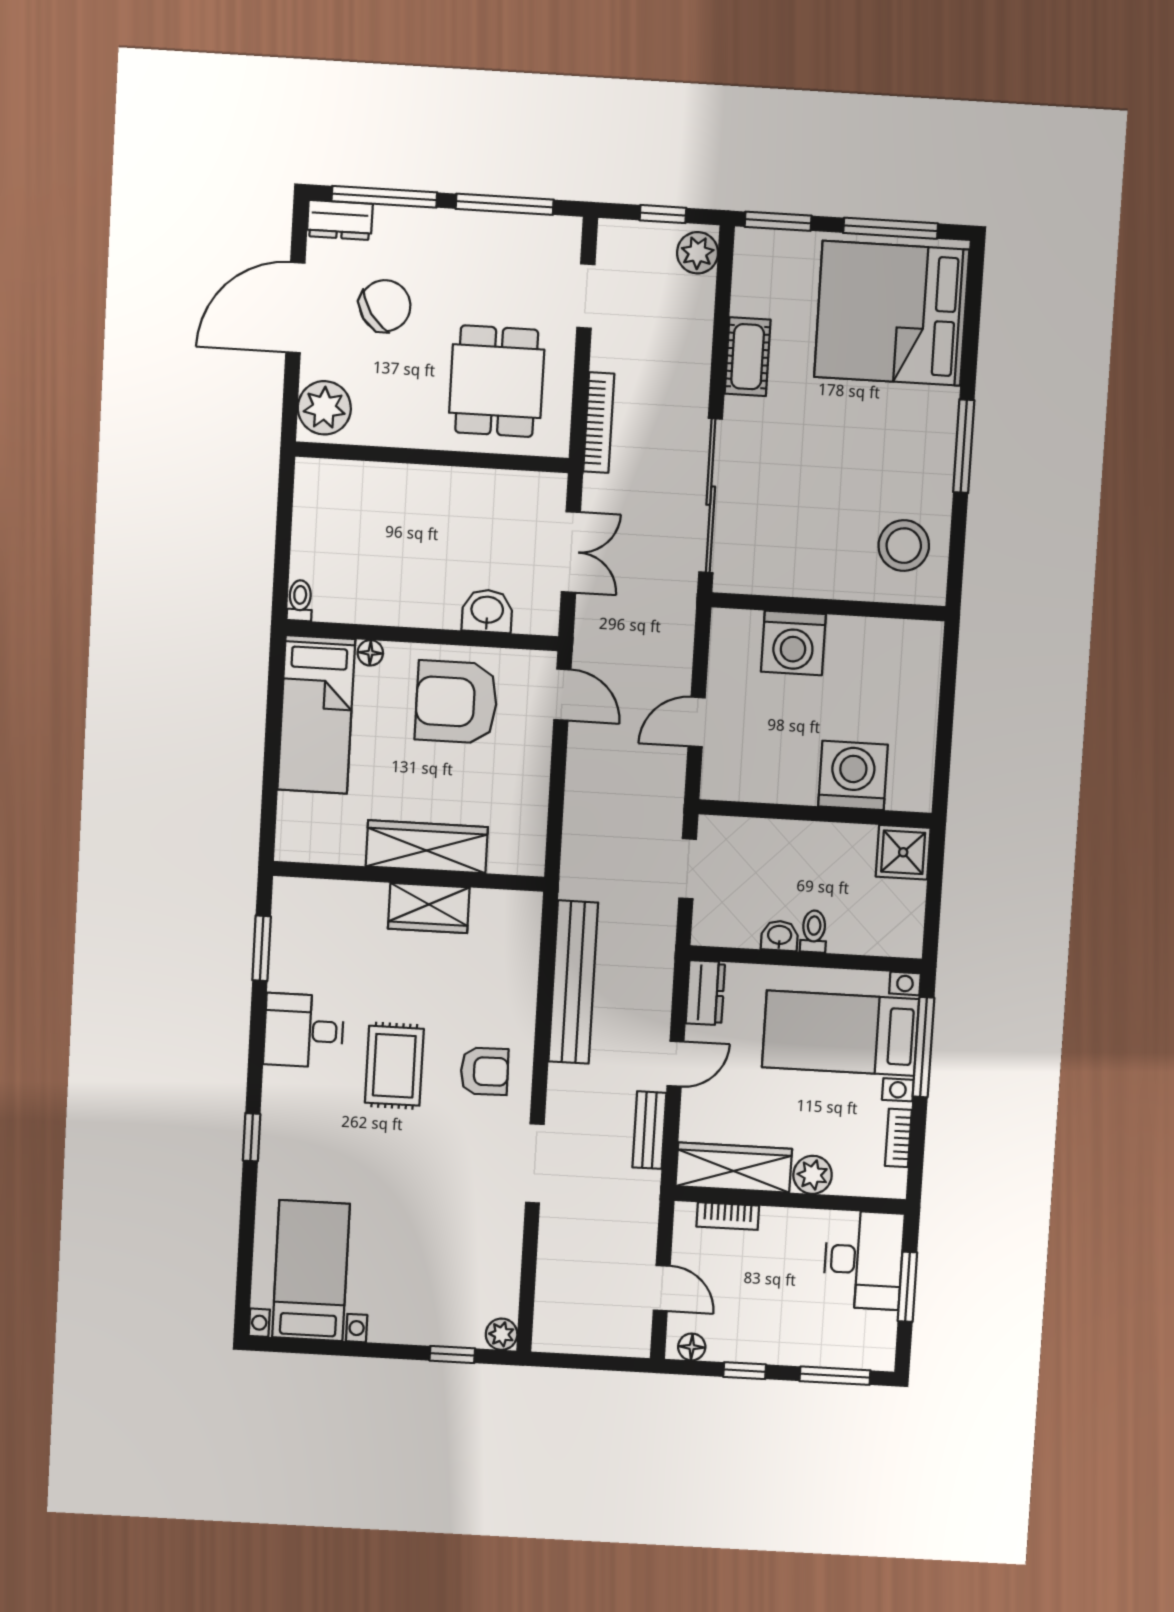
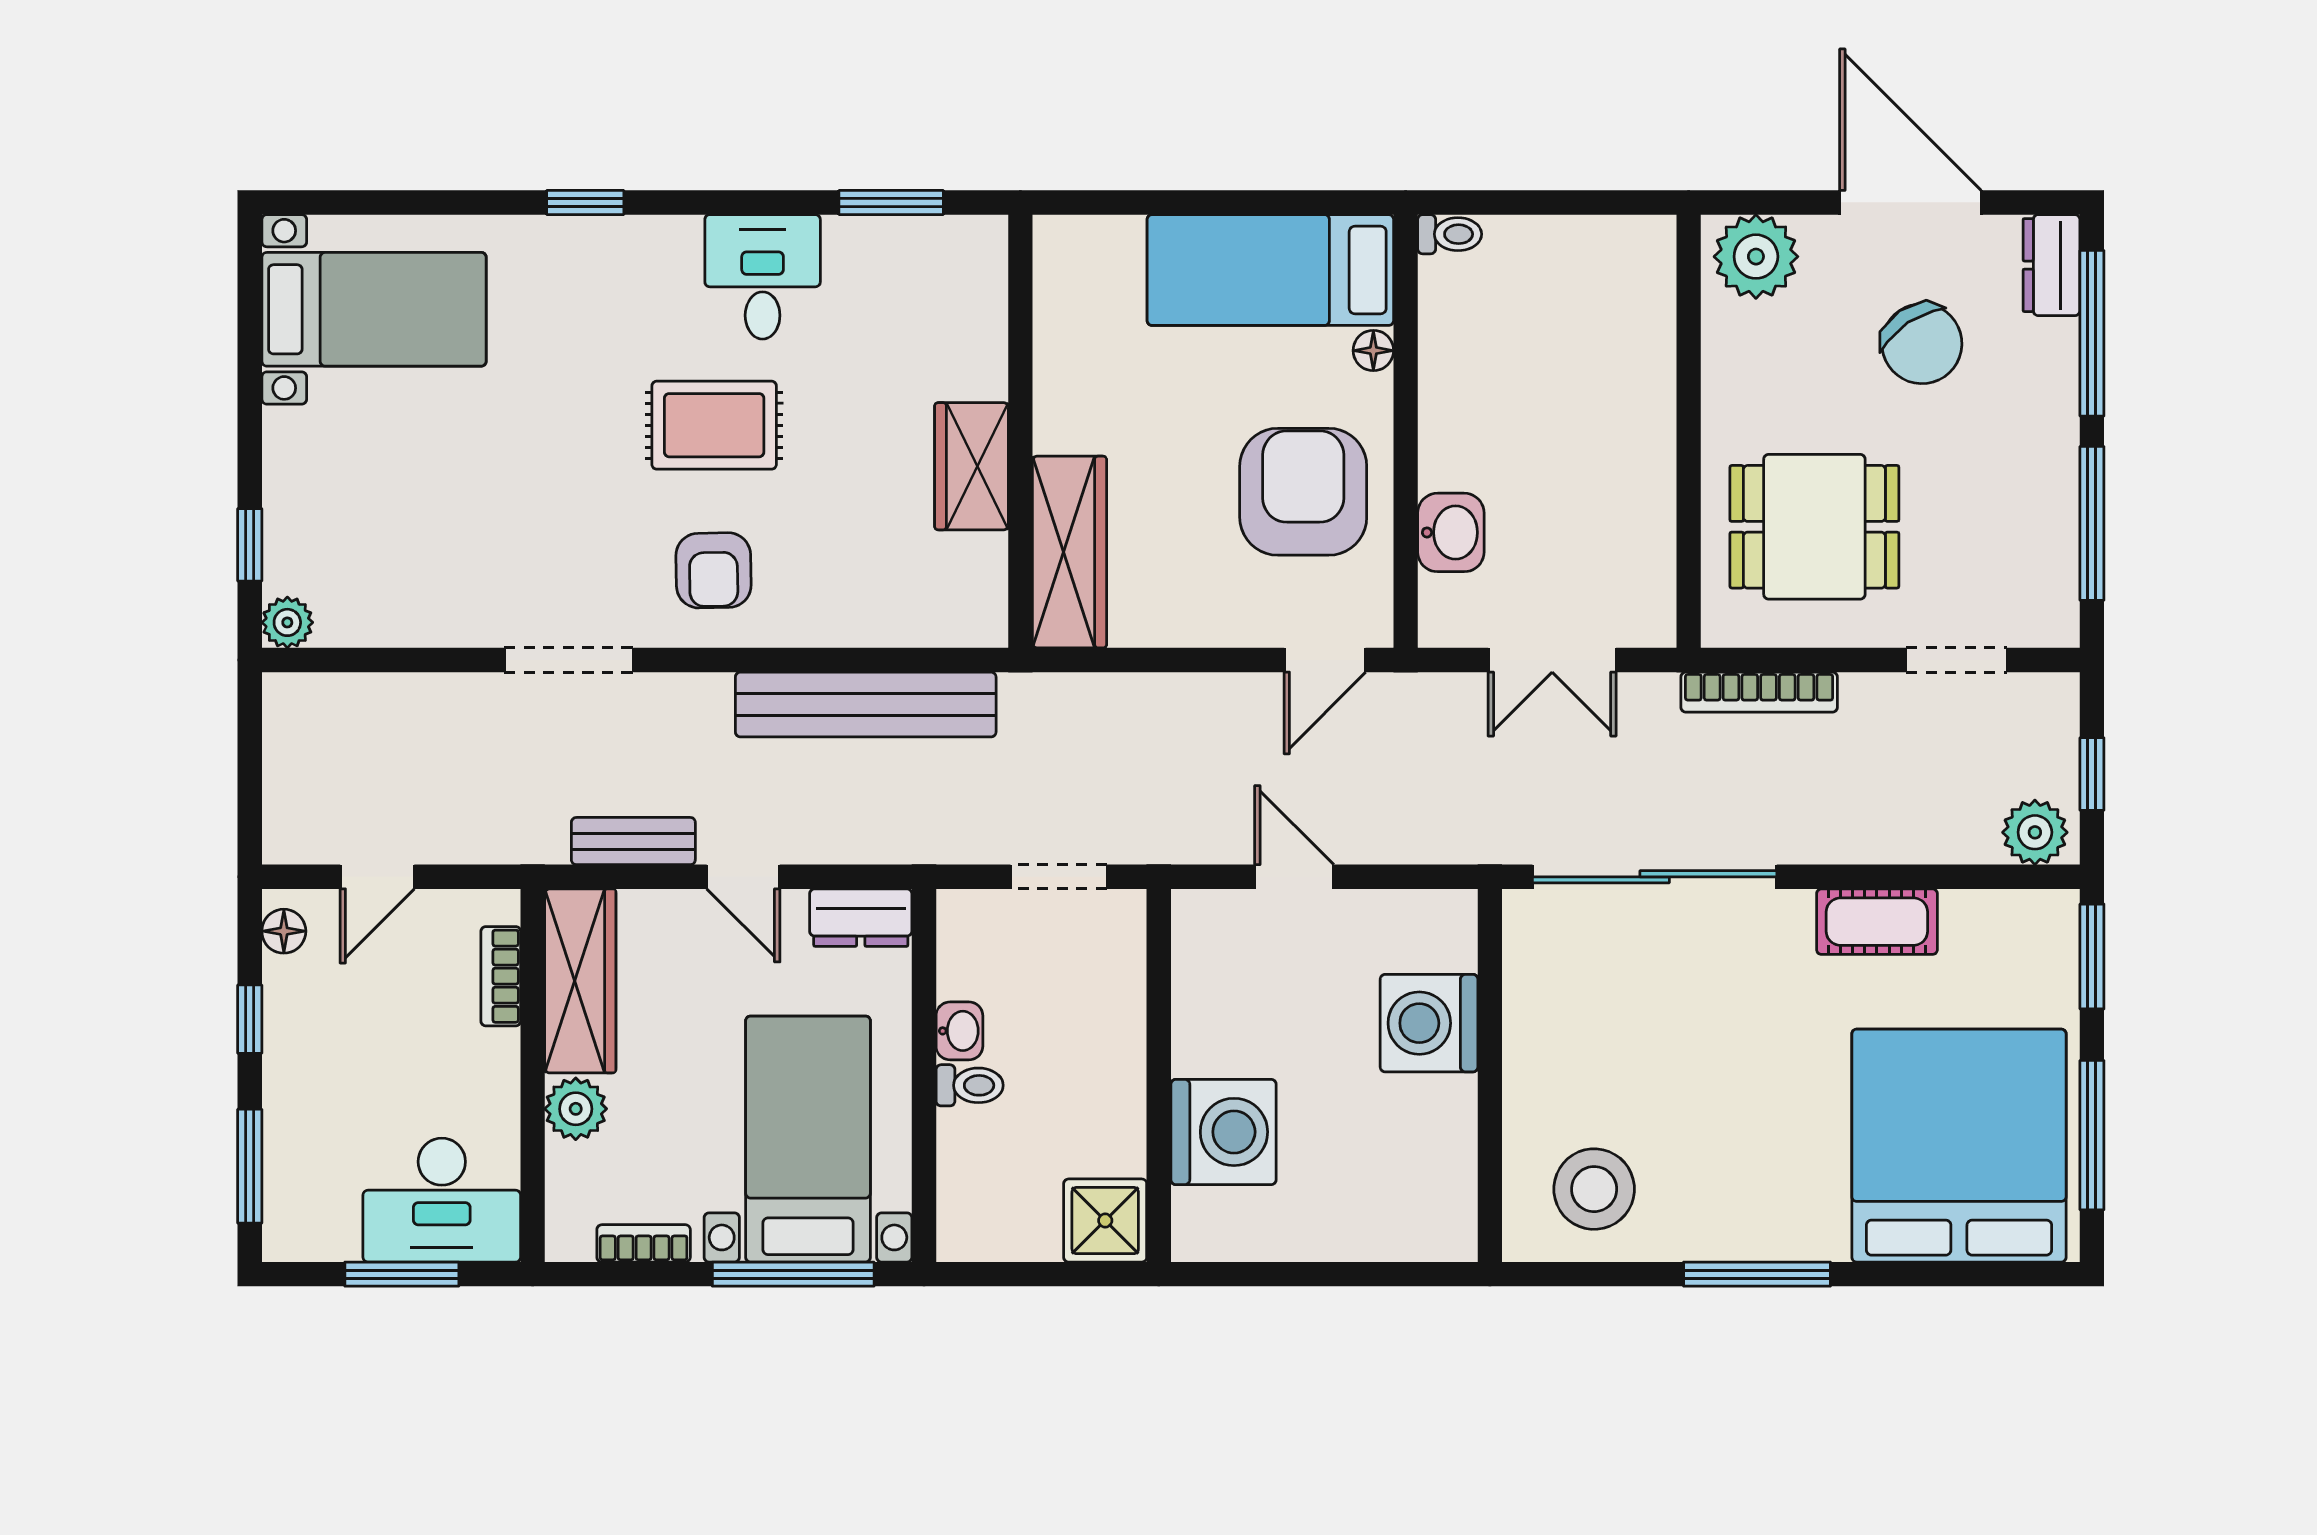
wardrobe: (427, 847) -> (1069, 552), moved

